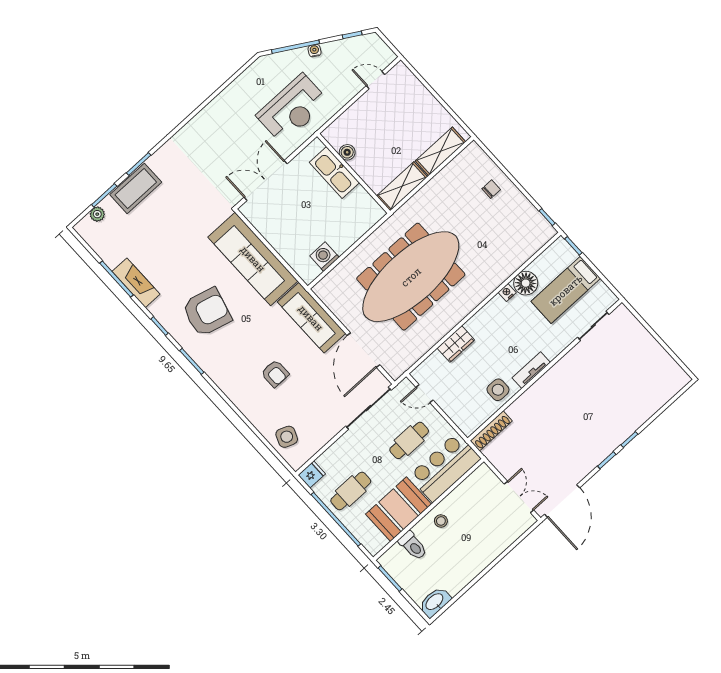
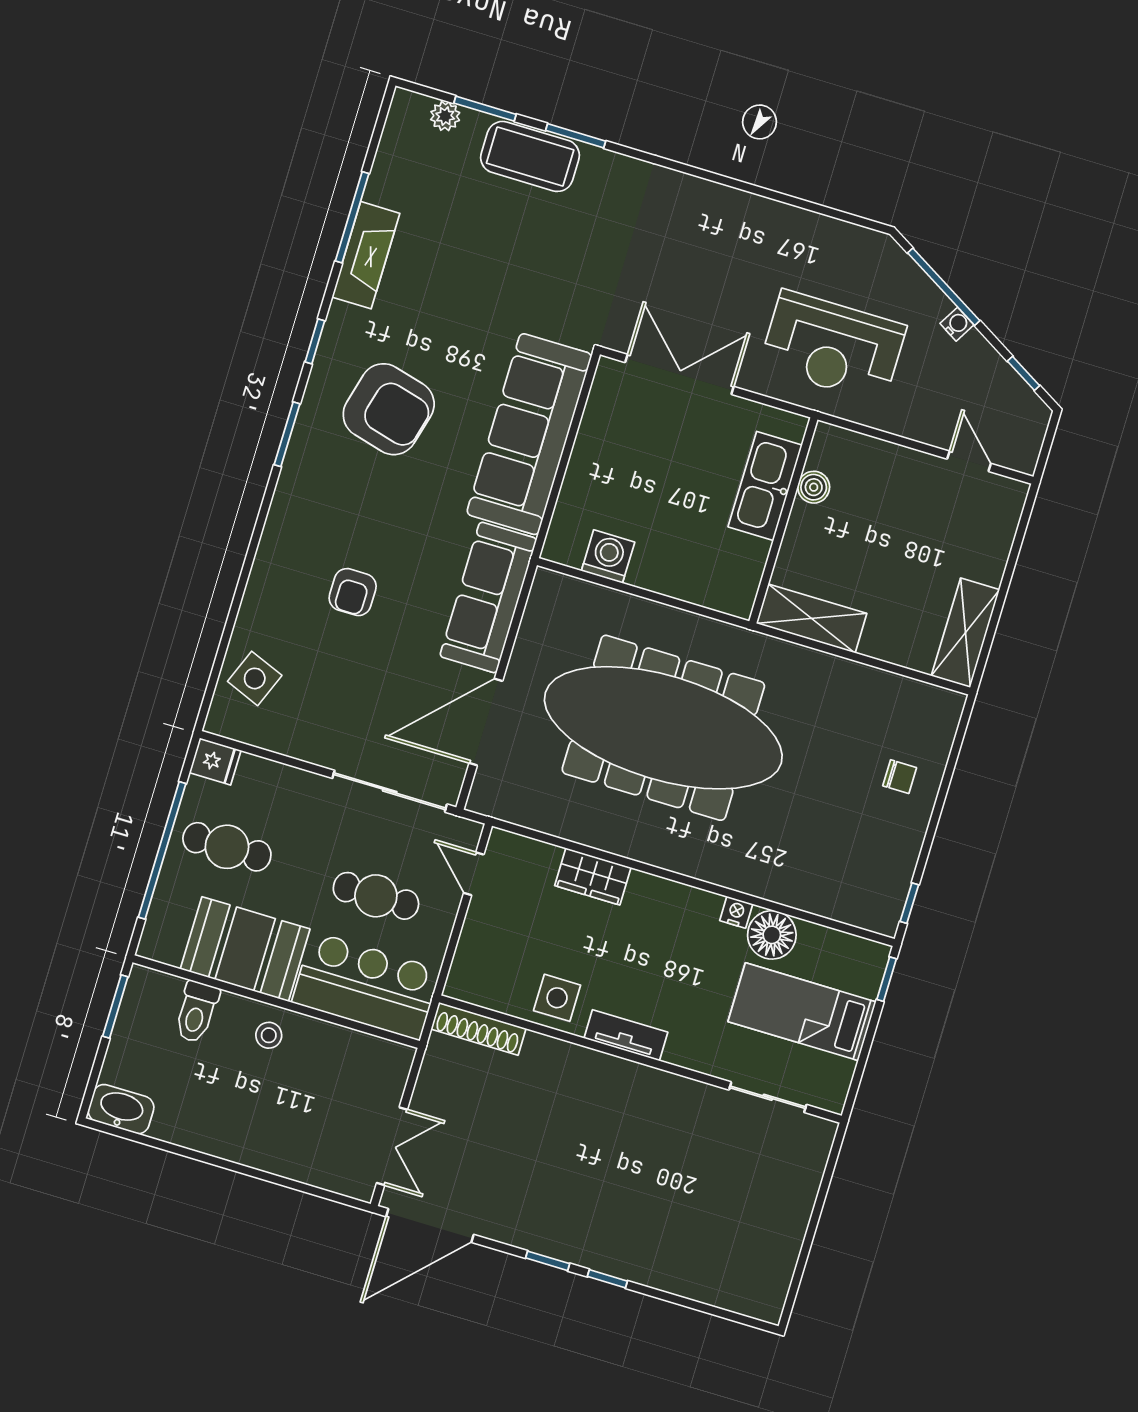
shelving: (441, 151) -> (965, 633), moved, turned 90

